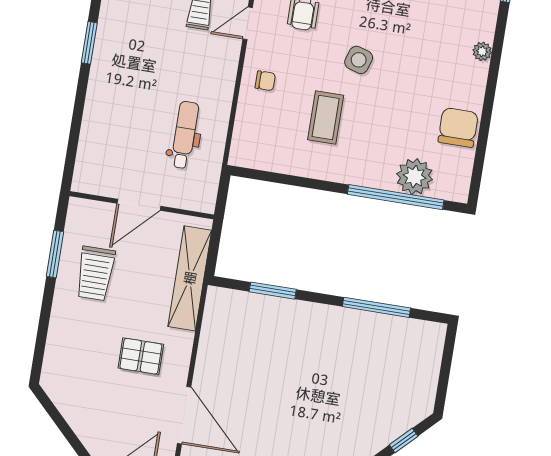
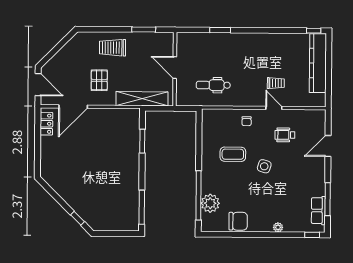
window: (89, 43) -> (220, 30), moved
dental chair: (185, 135) -> (213, 85), turned 180
trolley: (95, 273) -> (112, 48), moved
window: (376, 307) -> (142, 207), moved

